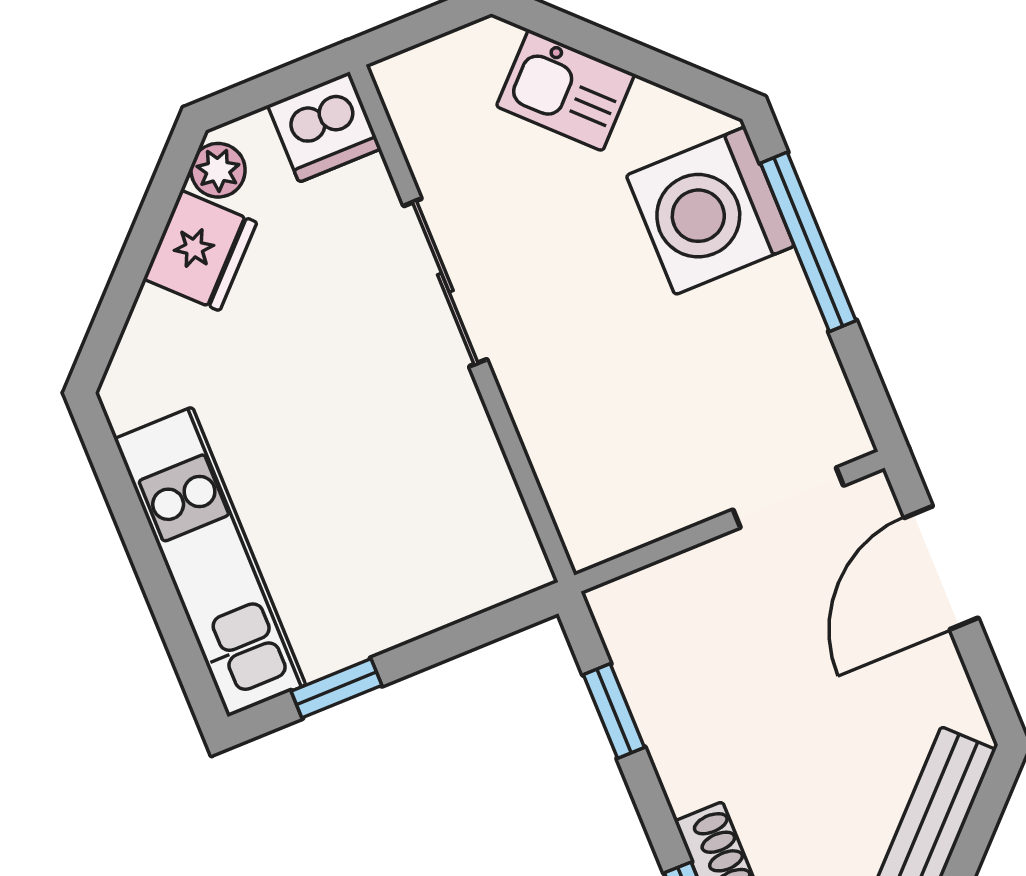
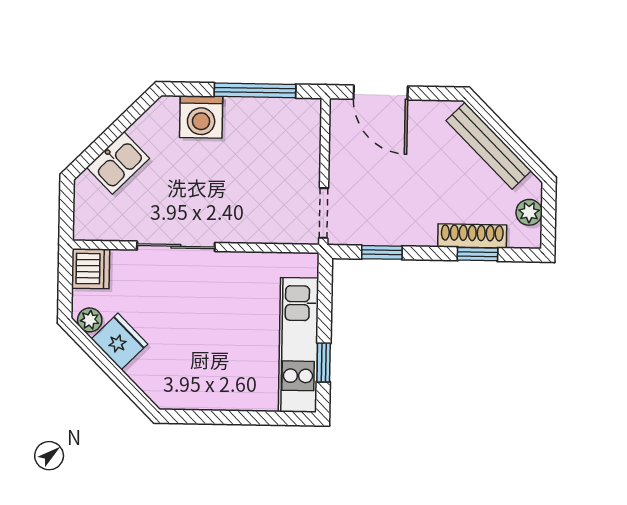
washing machine: (710, 211) -> (201, 117), width x0.73, depth x0.73
window: (808, 242) -> (255, 90), moved
doorway: (788, 498) -> (324, 213), moved
kitchen unit: (210, 562) -> (299, 345), moved, turned -90

